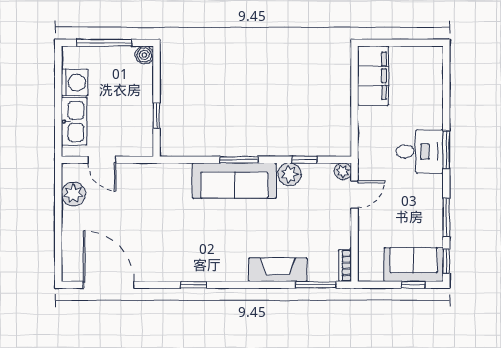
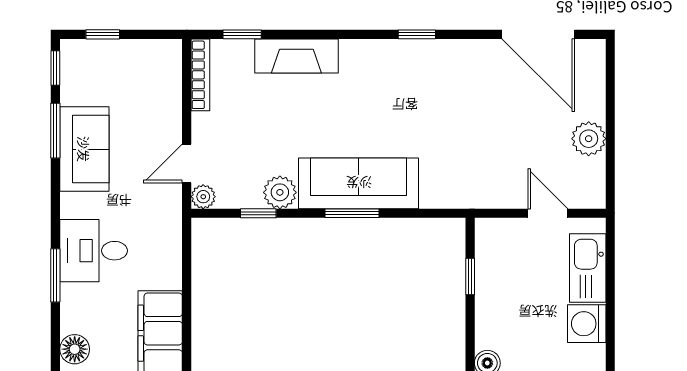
floor lamp: (433, 65) -> (75, 349), added
window: (446, 150) -> (55, 275), moved
desk: (420, 151) -> (94, 251), moved
plant: (73, 194) -> (589, 139), moved
sofa: (414, 265) -> (84, 149), moved, turned -90
bookcase: (345, 266) -> (200, 75), width x1.56
window: (316, 285) -> (242, 34), width x0.67

